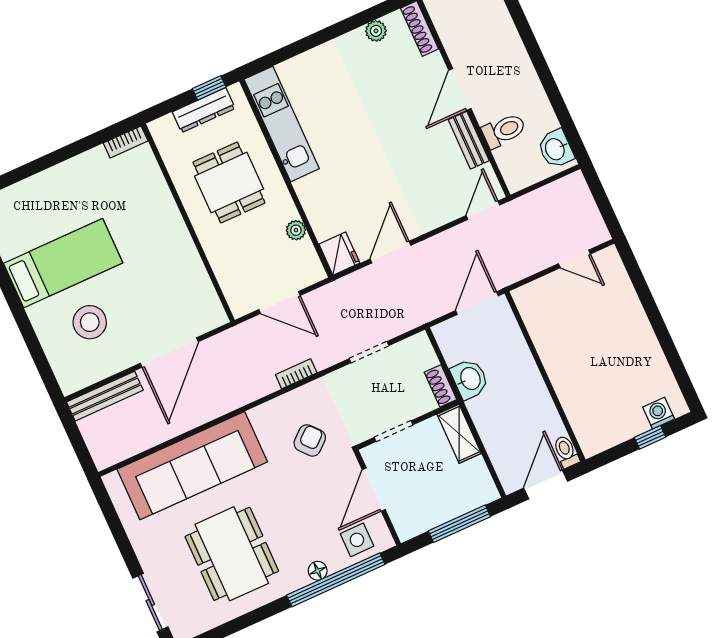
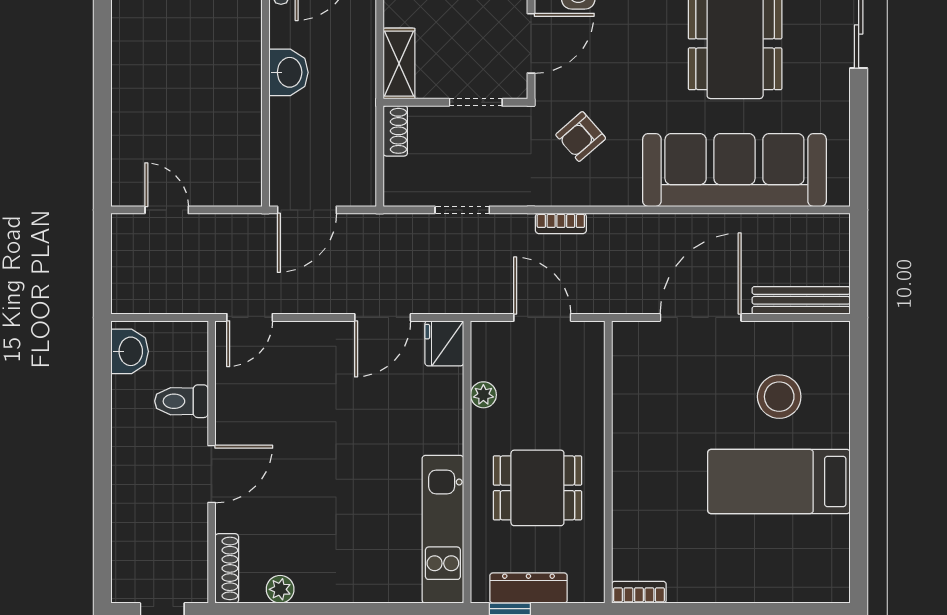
bench: (469, 140) -> (229, 409), removed
dining table: (229, 182) -> (537, 488), turned 90
washbasin: (470, 379) -> (288, 72), moved, turned 180

